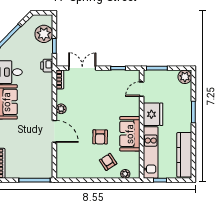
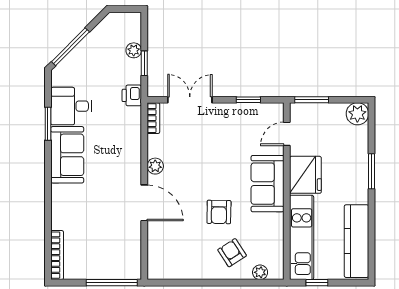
plant: (44, 34) -> (134, 50), width x0.53, depth x0.53
sofa: (130, 134) -> (268, 184), moved

